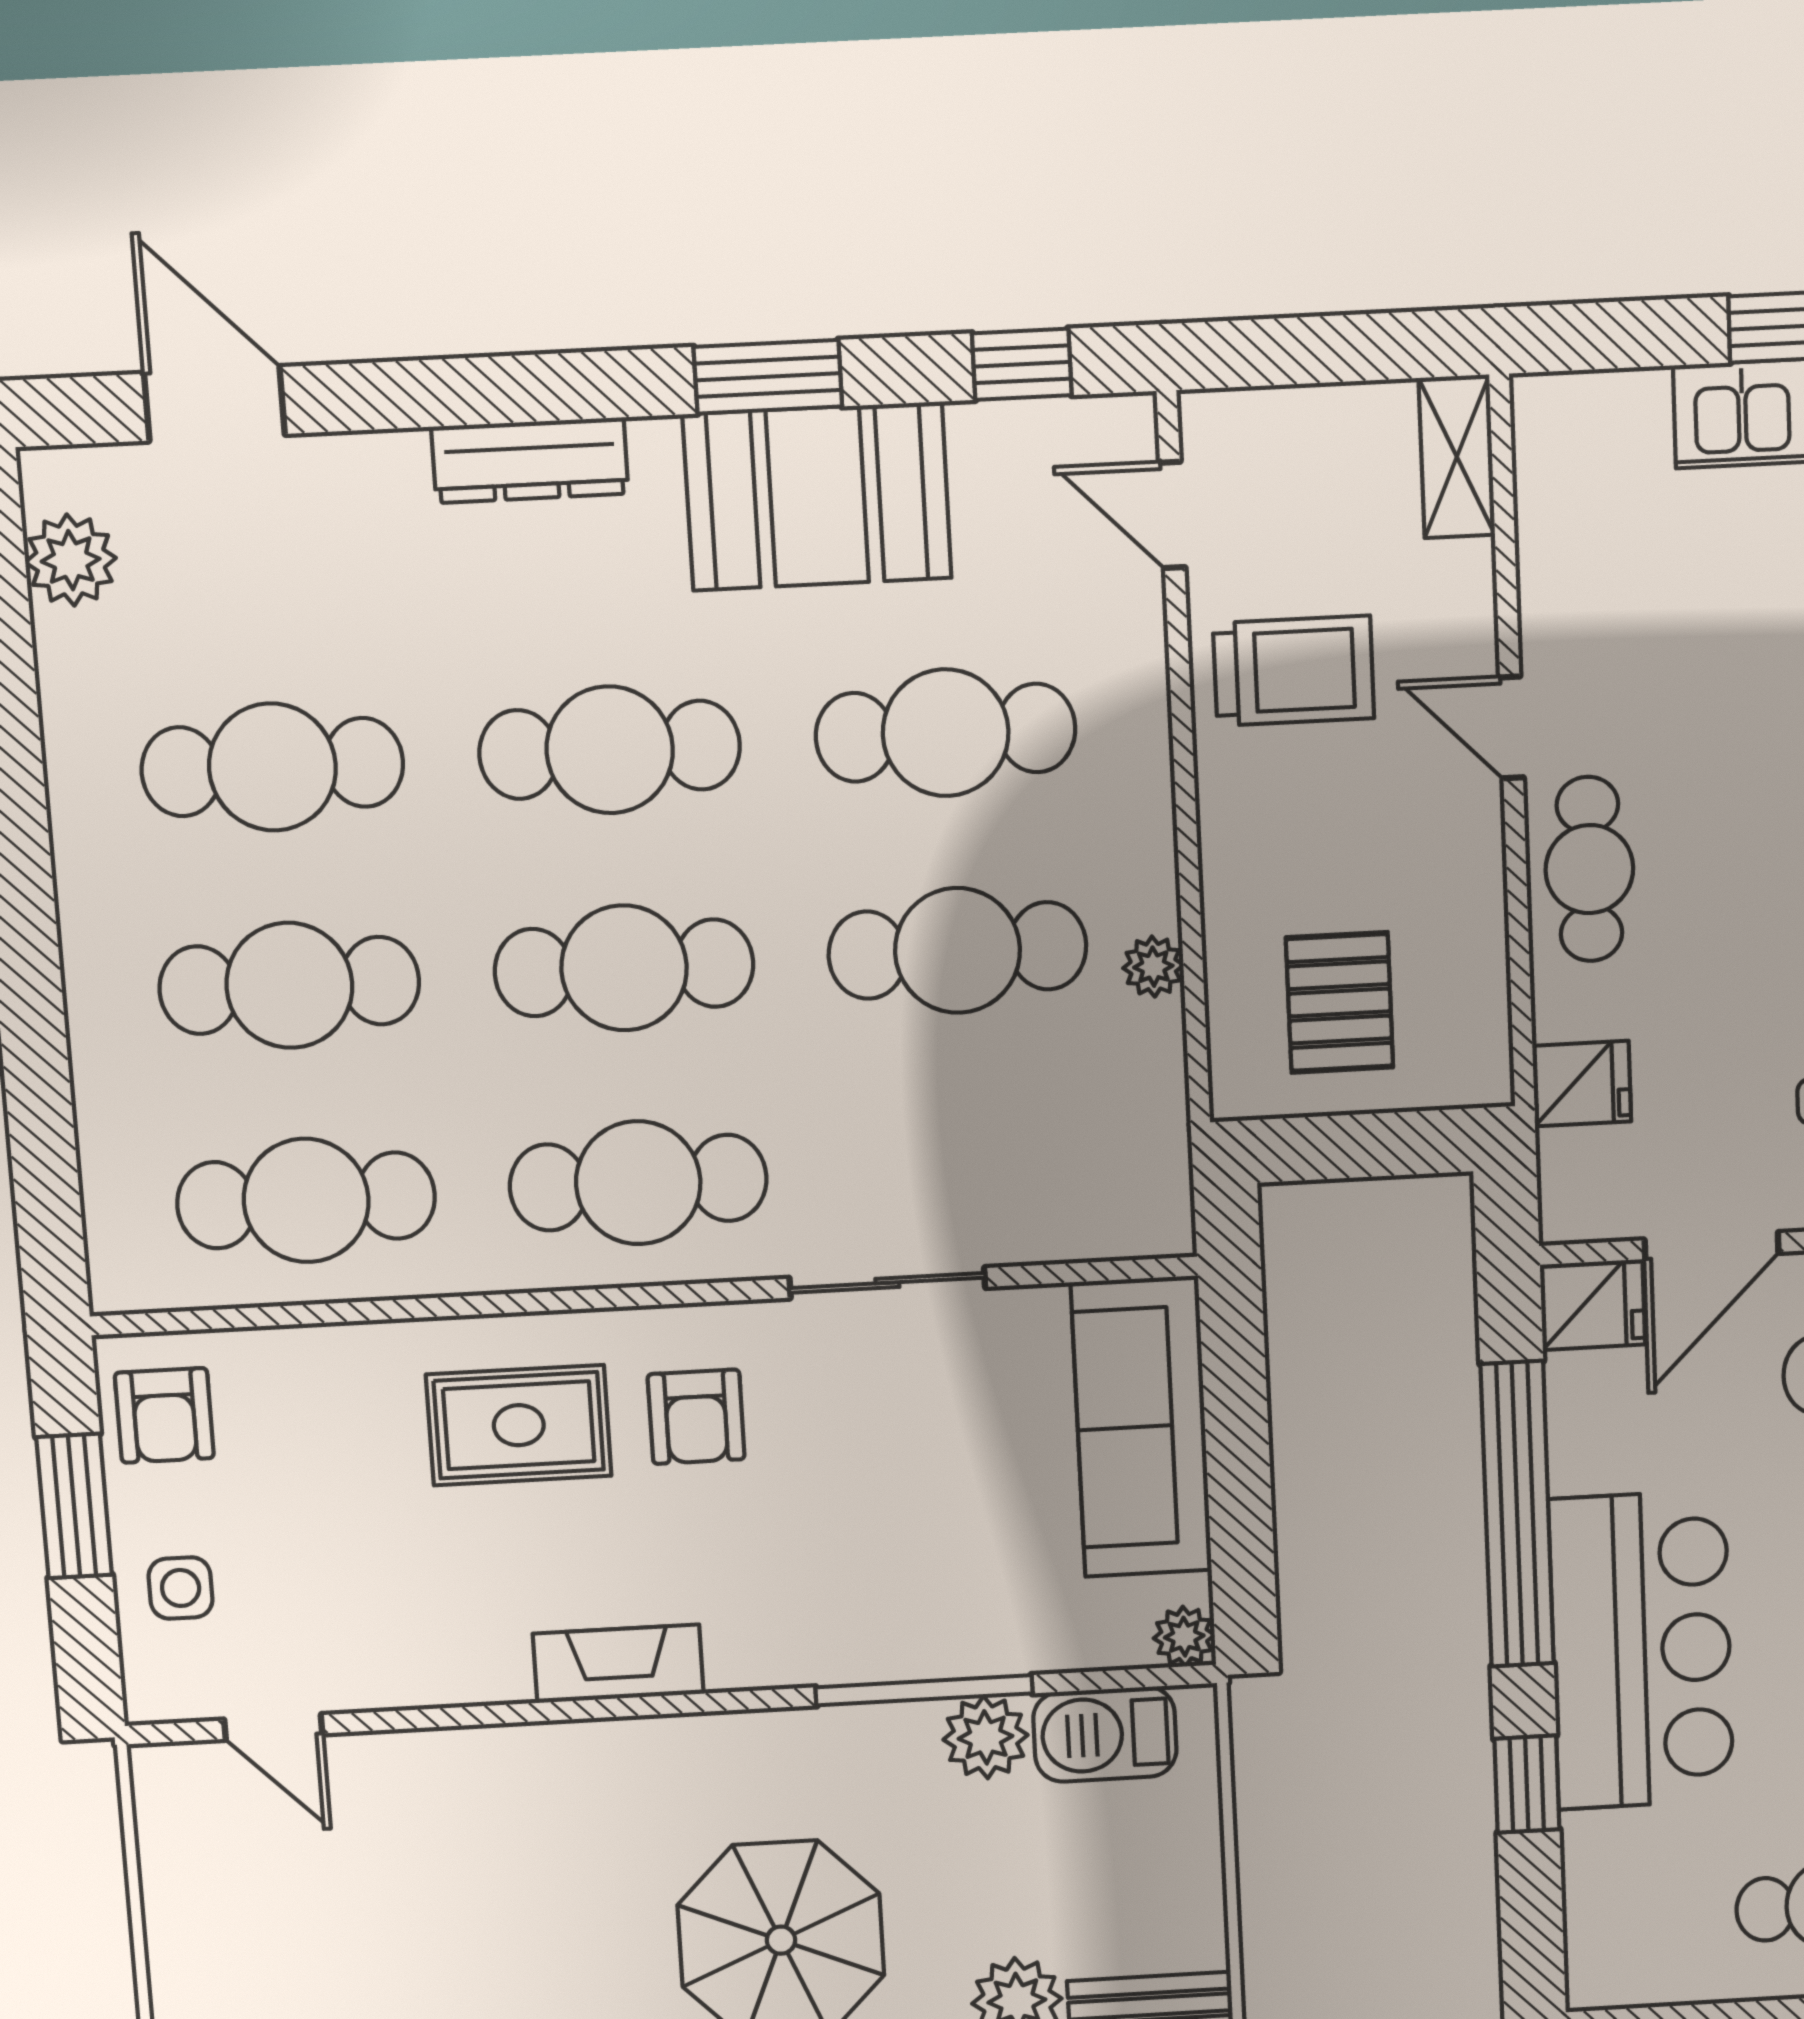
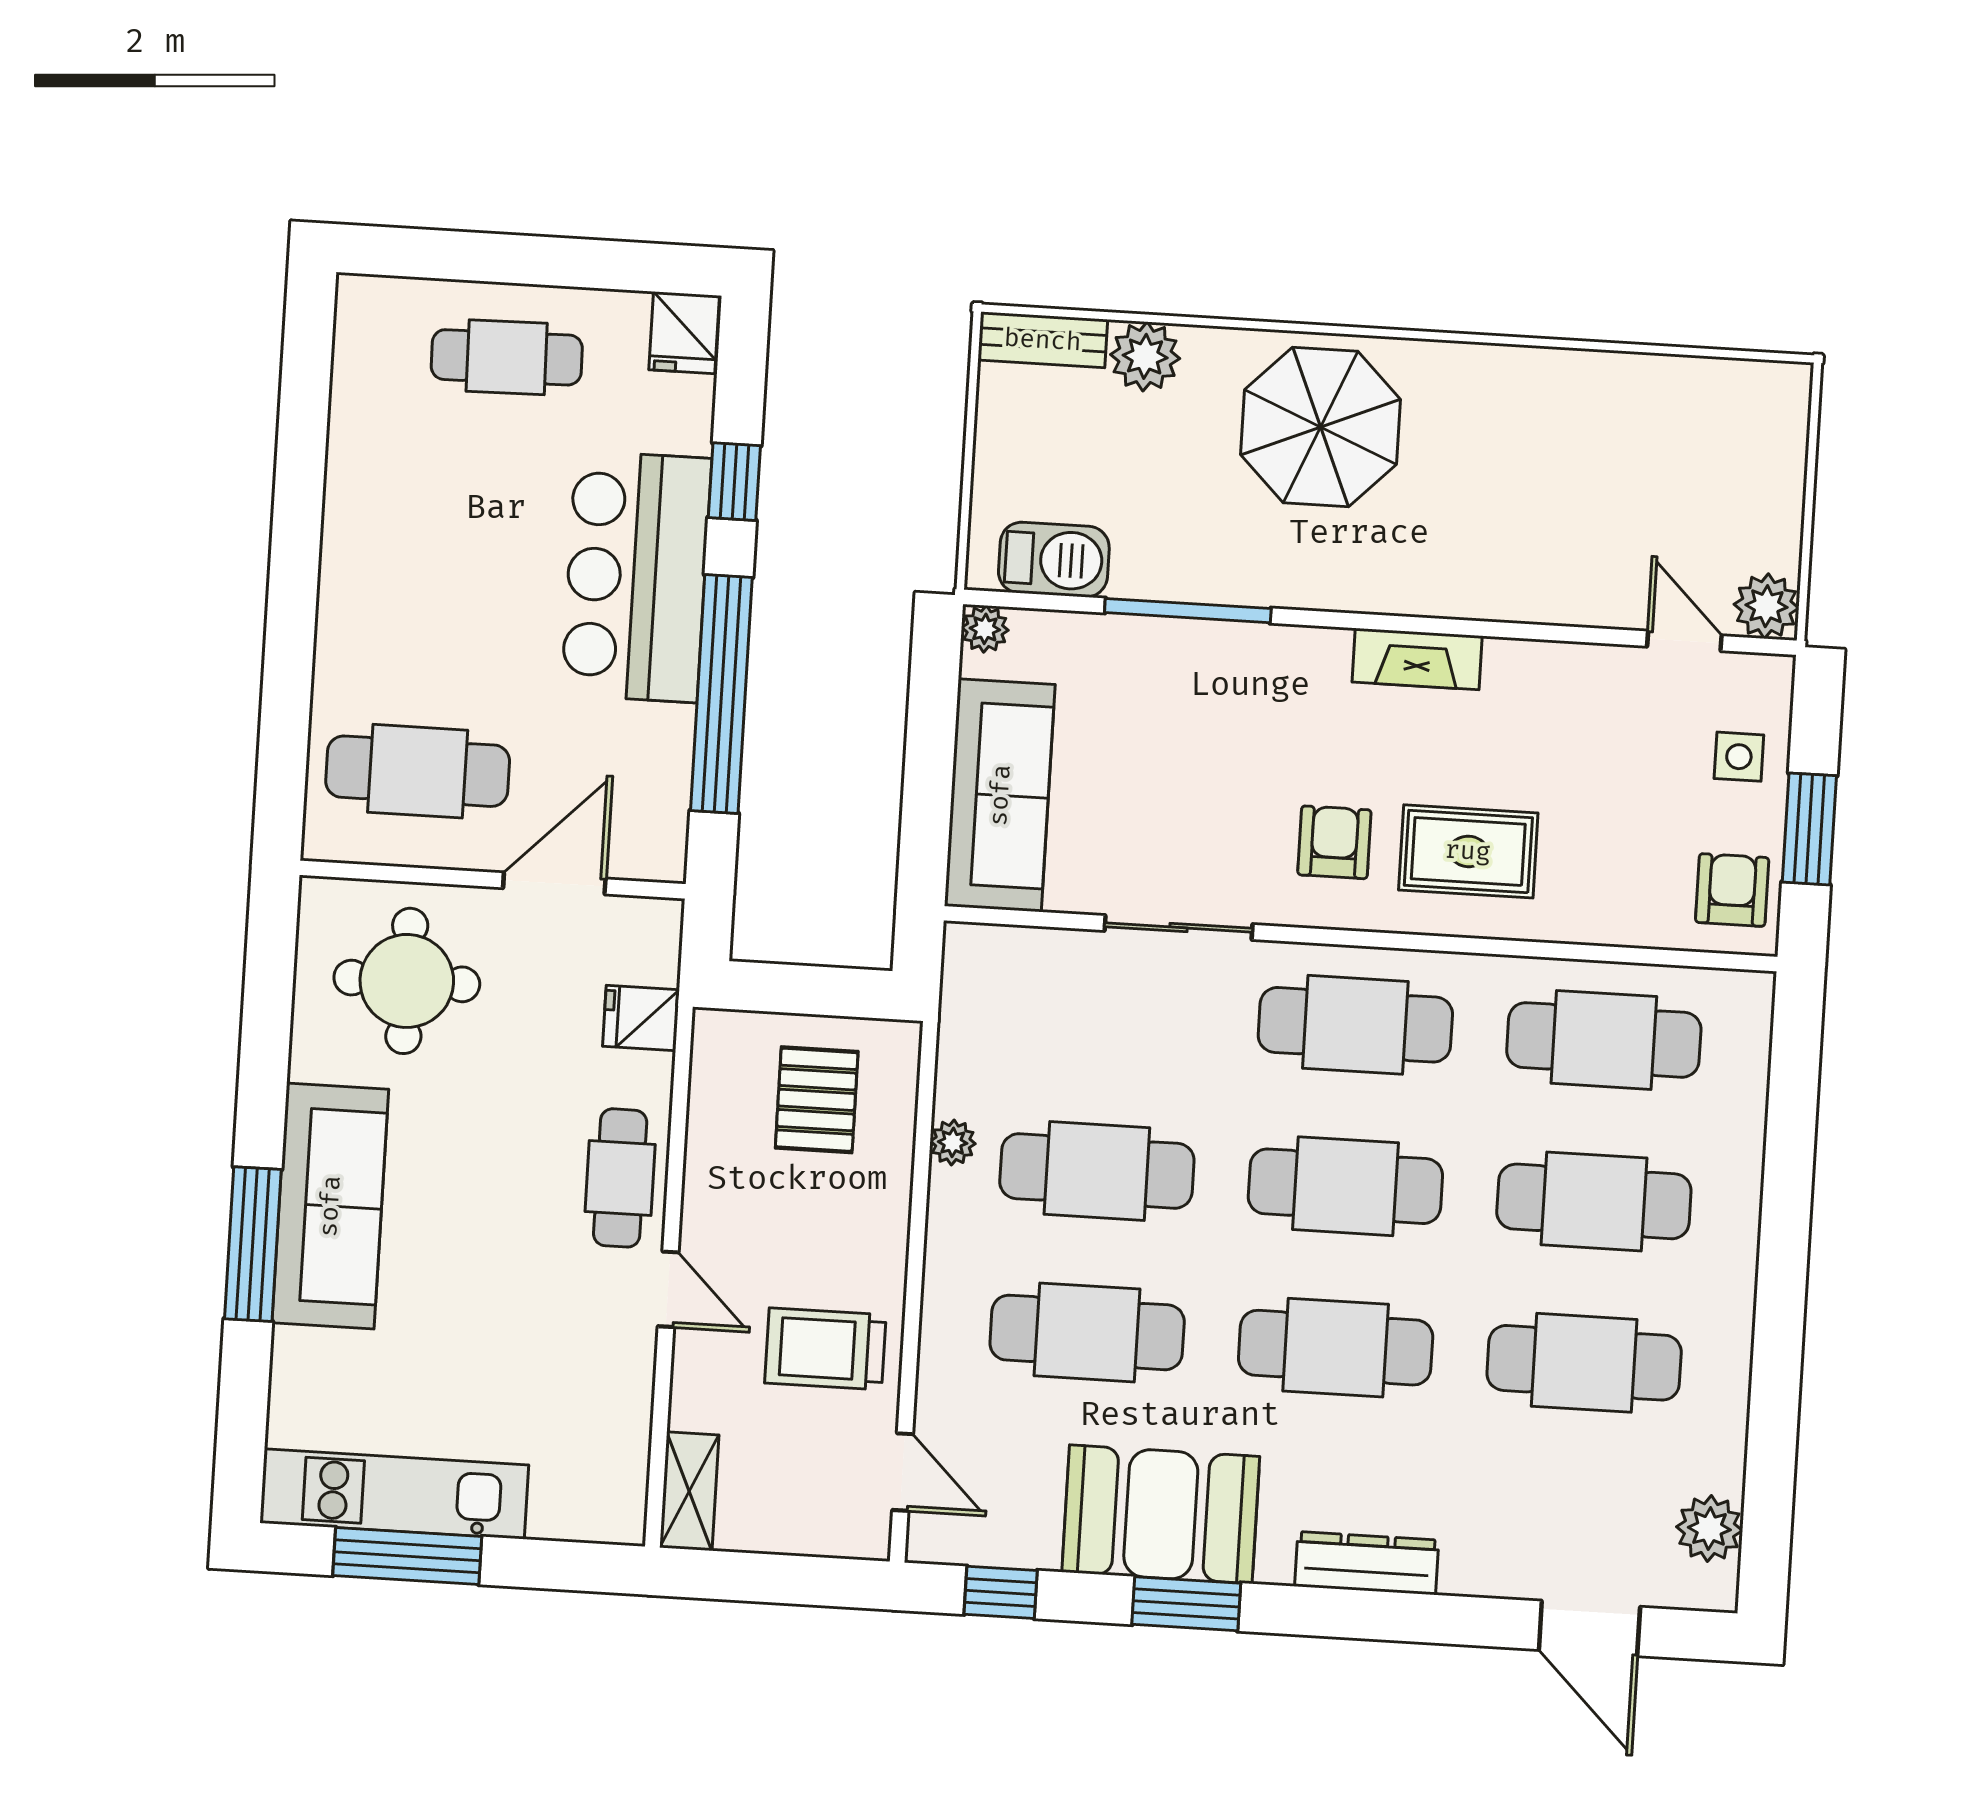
fridge: (1592, 1305) -> (684, 333), moved, turned -90
plant: (986, 1737) -> (1766, 606), moved

